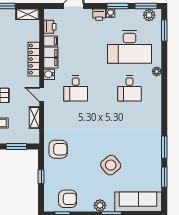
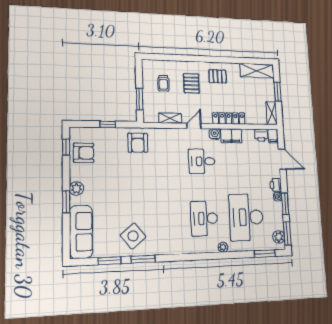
filing cabinet: (51, 41) -> (273, 136), moved
desk: (129, 88) -> (204, 218), width x1.37
side table: (111, 165) -> (133, 236), moved
armchair: (68, 199) -> (84, 153), turned -90

